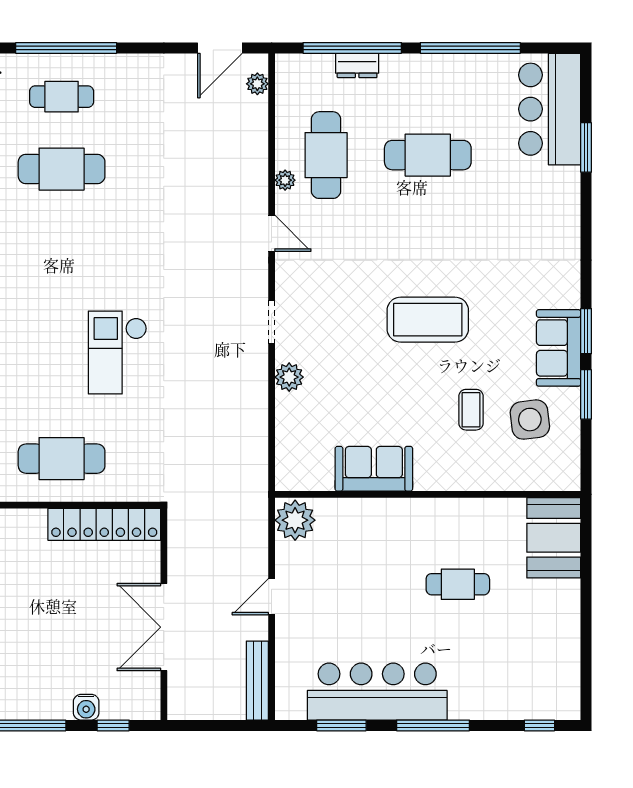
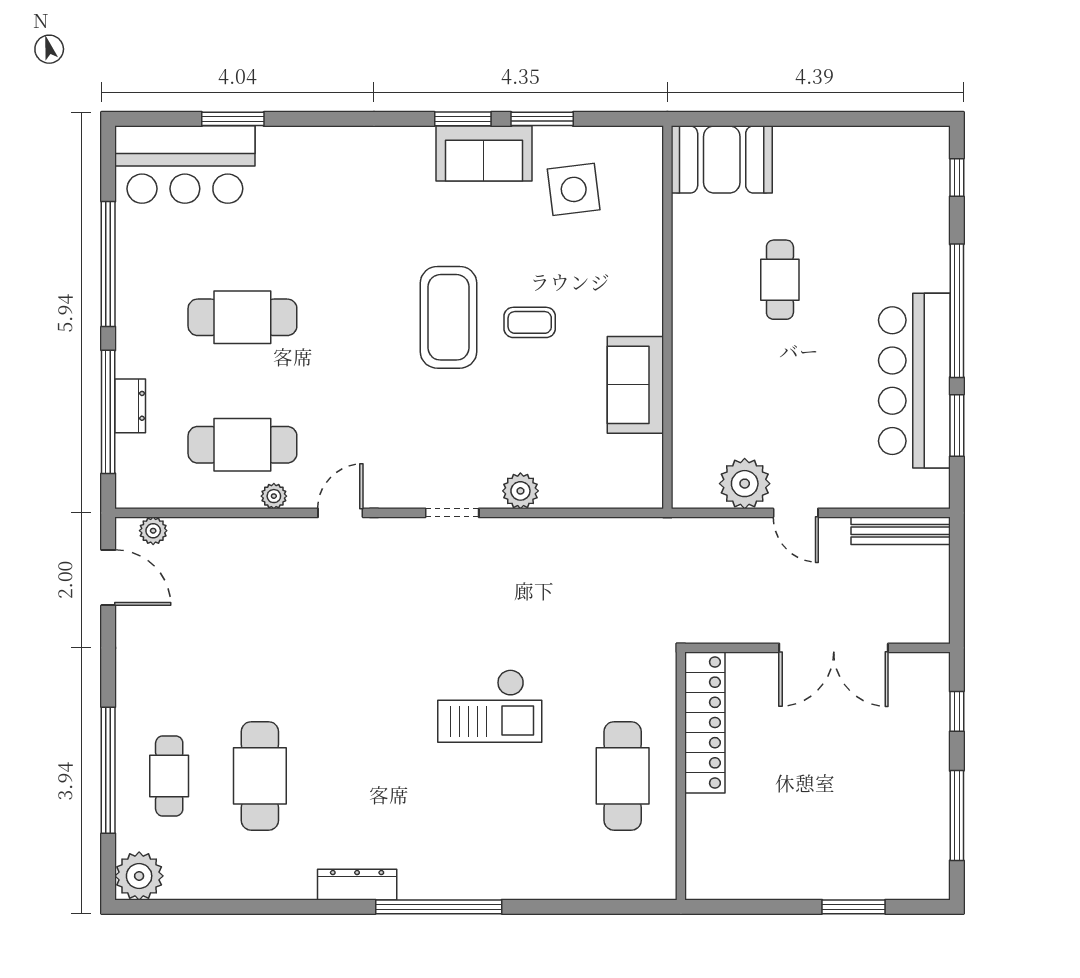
cafe table: (428, 155) -> (242, 317), turned 90
coffee table: (471, 410) -> (530, 322), moved
plant: (295, 520) -> (745, 484), moved
water cooler: (86, 707) -> (934, 745), removed
window: (433, 725) -> (957, 311), width x1.46

